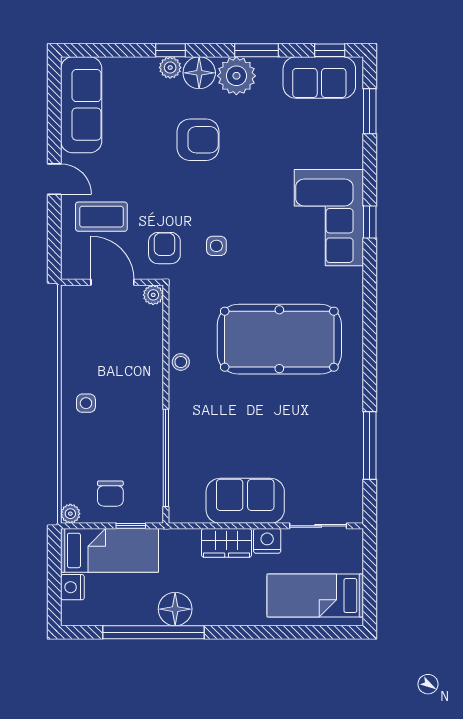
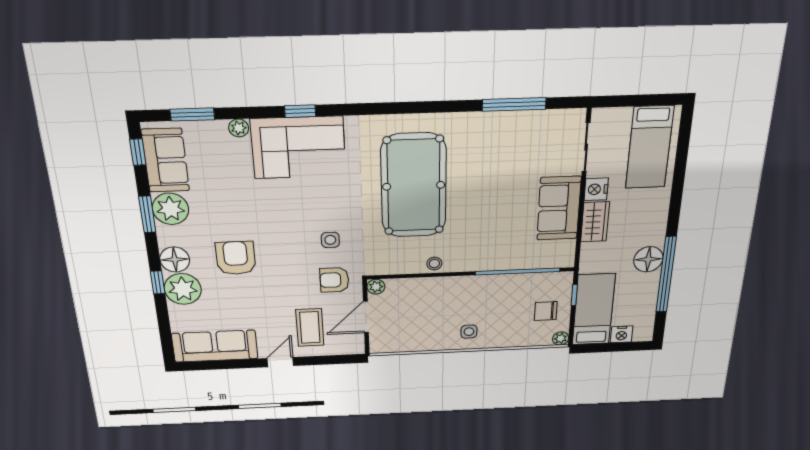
plant: (170, 68) -> (183, 289), width x1.88, depth x1.88
plant: (236, 76) -> (170, 209), moved
plant: (353, 157) -> (239, 128), added
chair: (110, 494) -> (546, 311), turned 180

